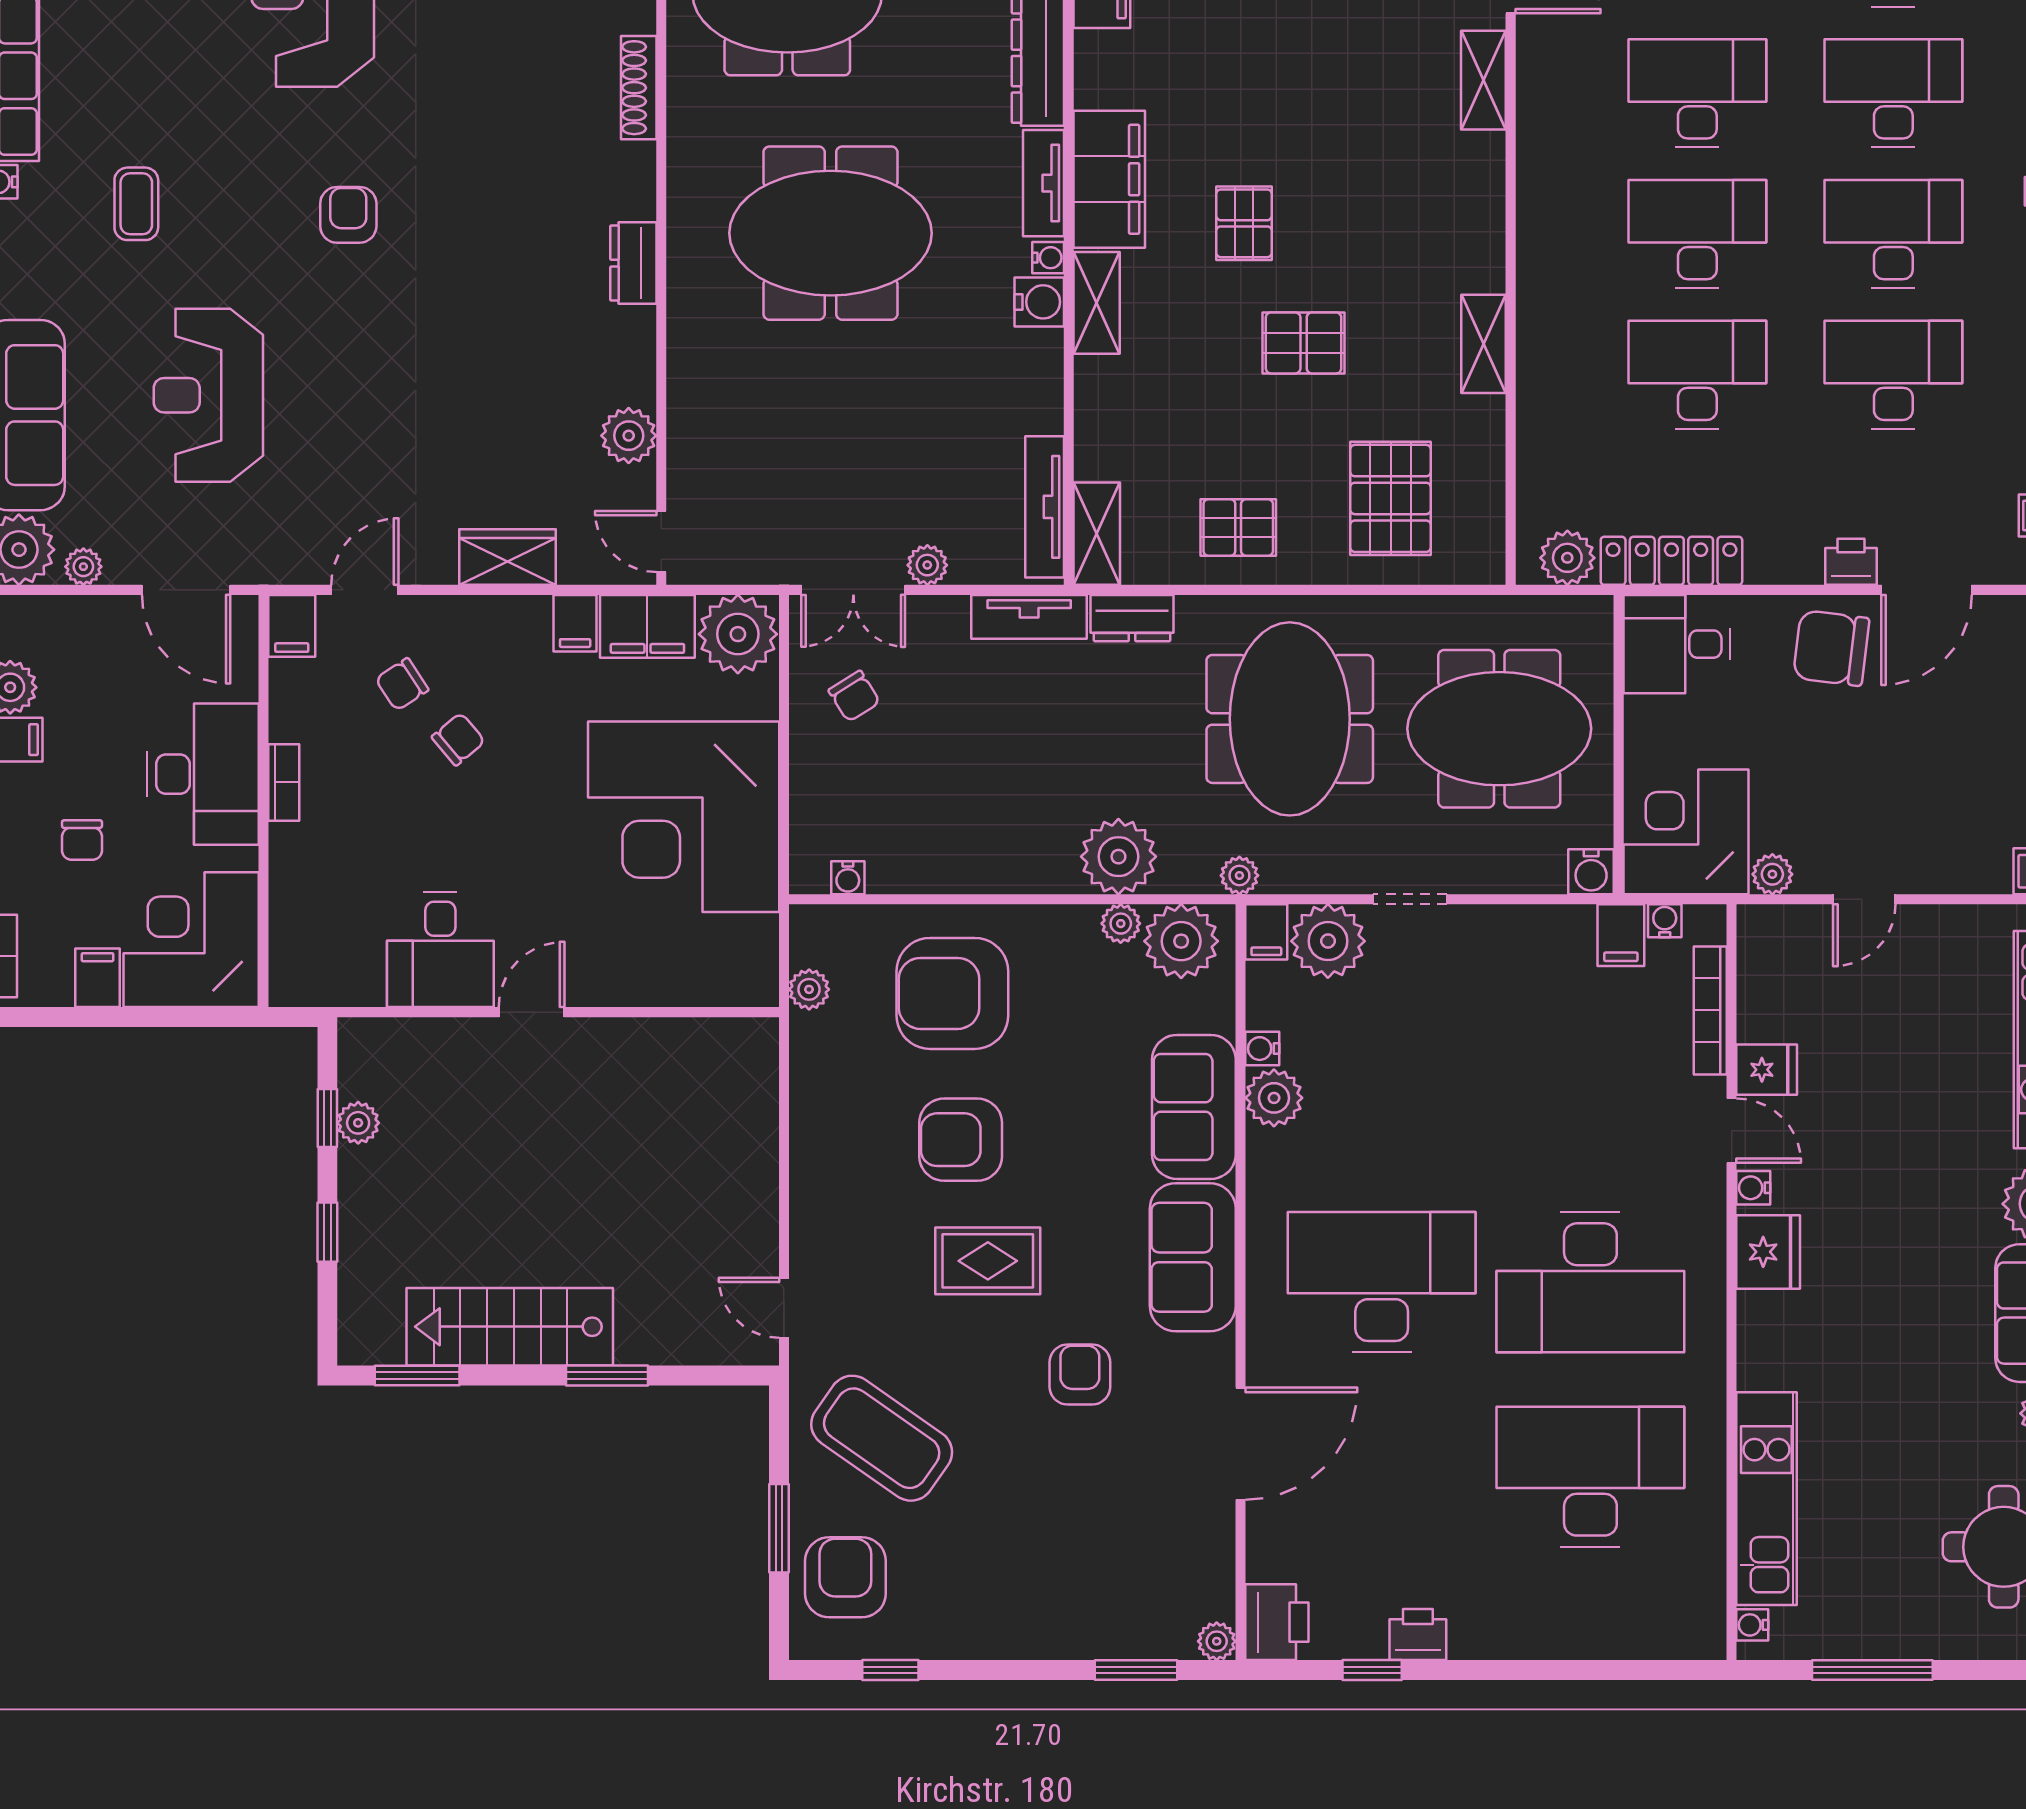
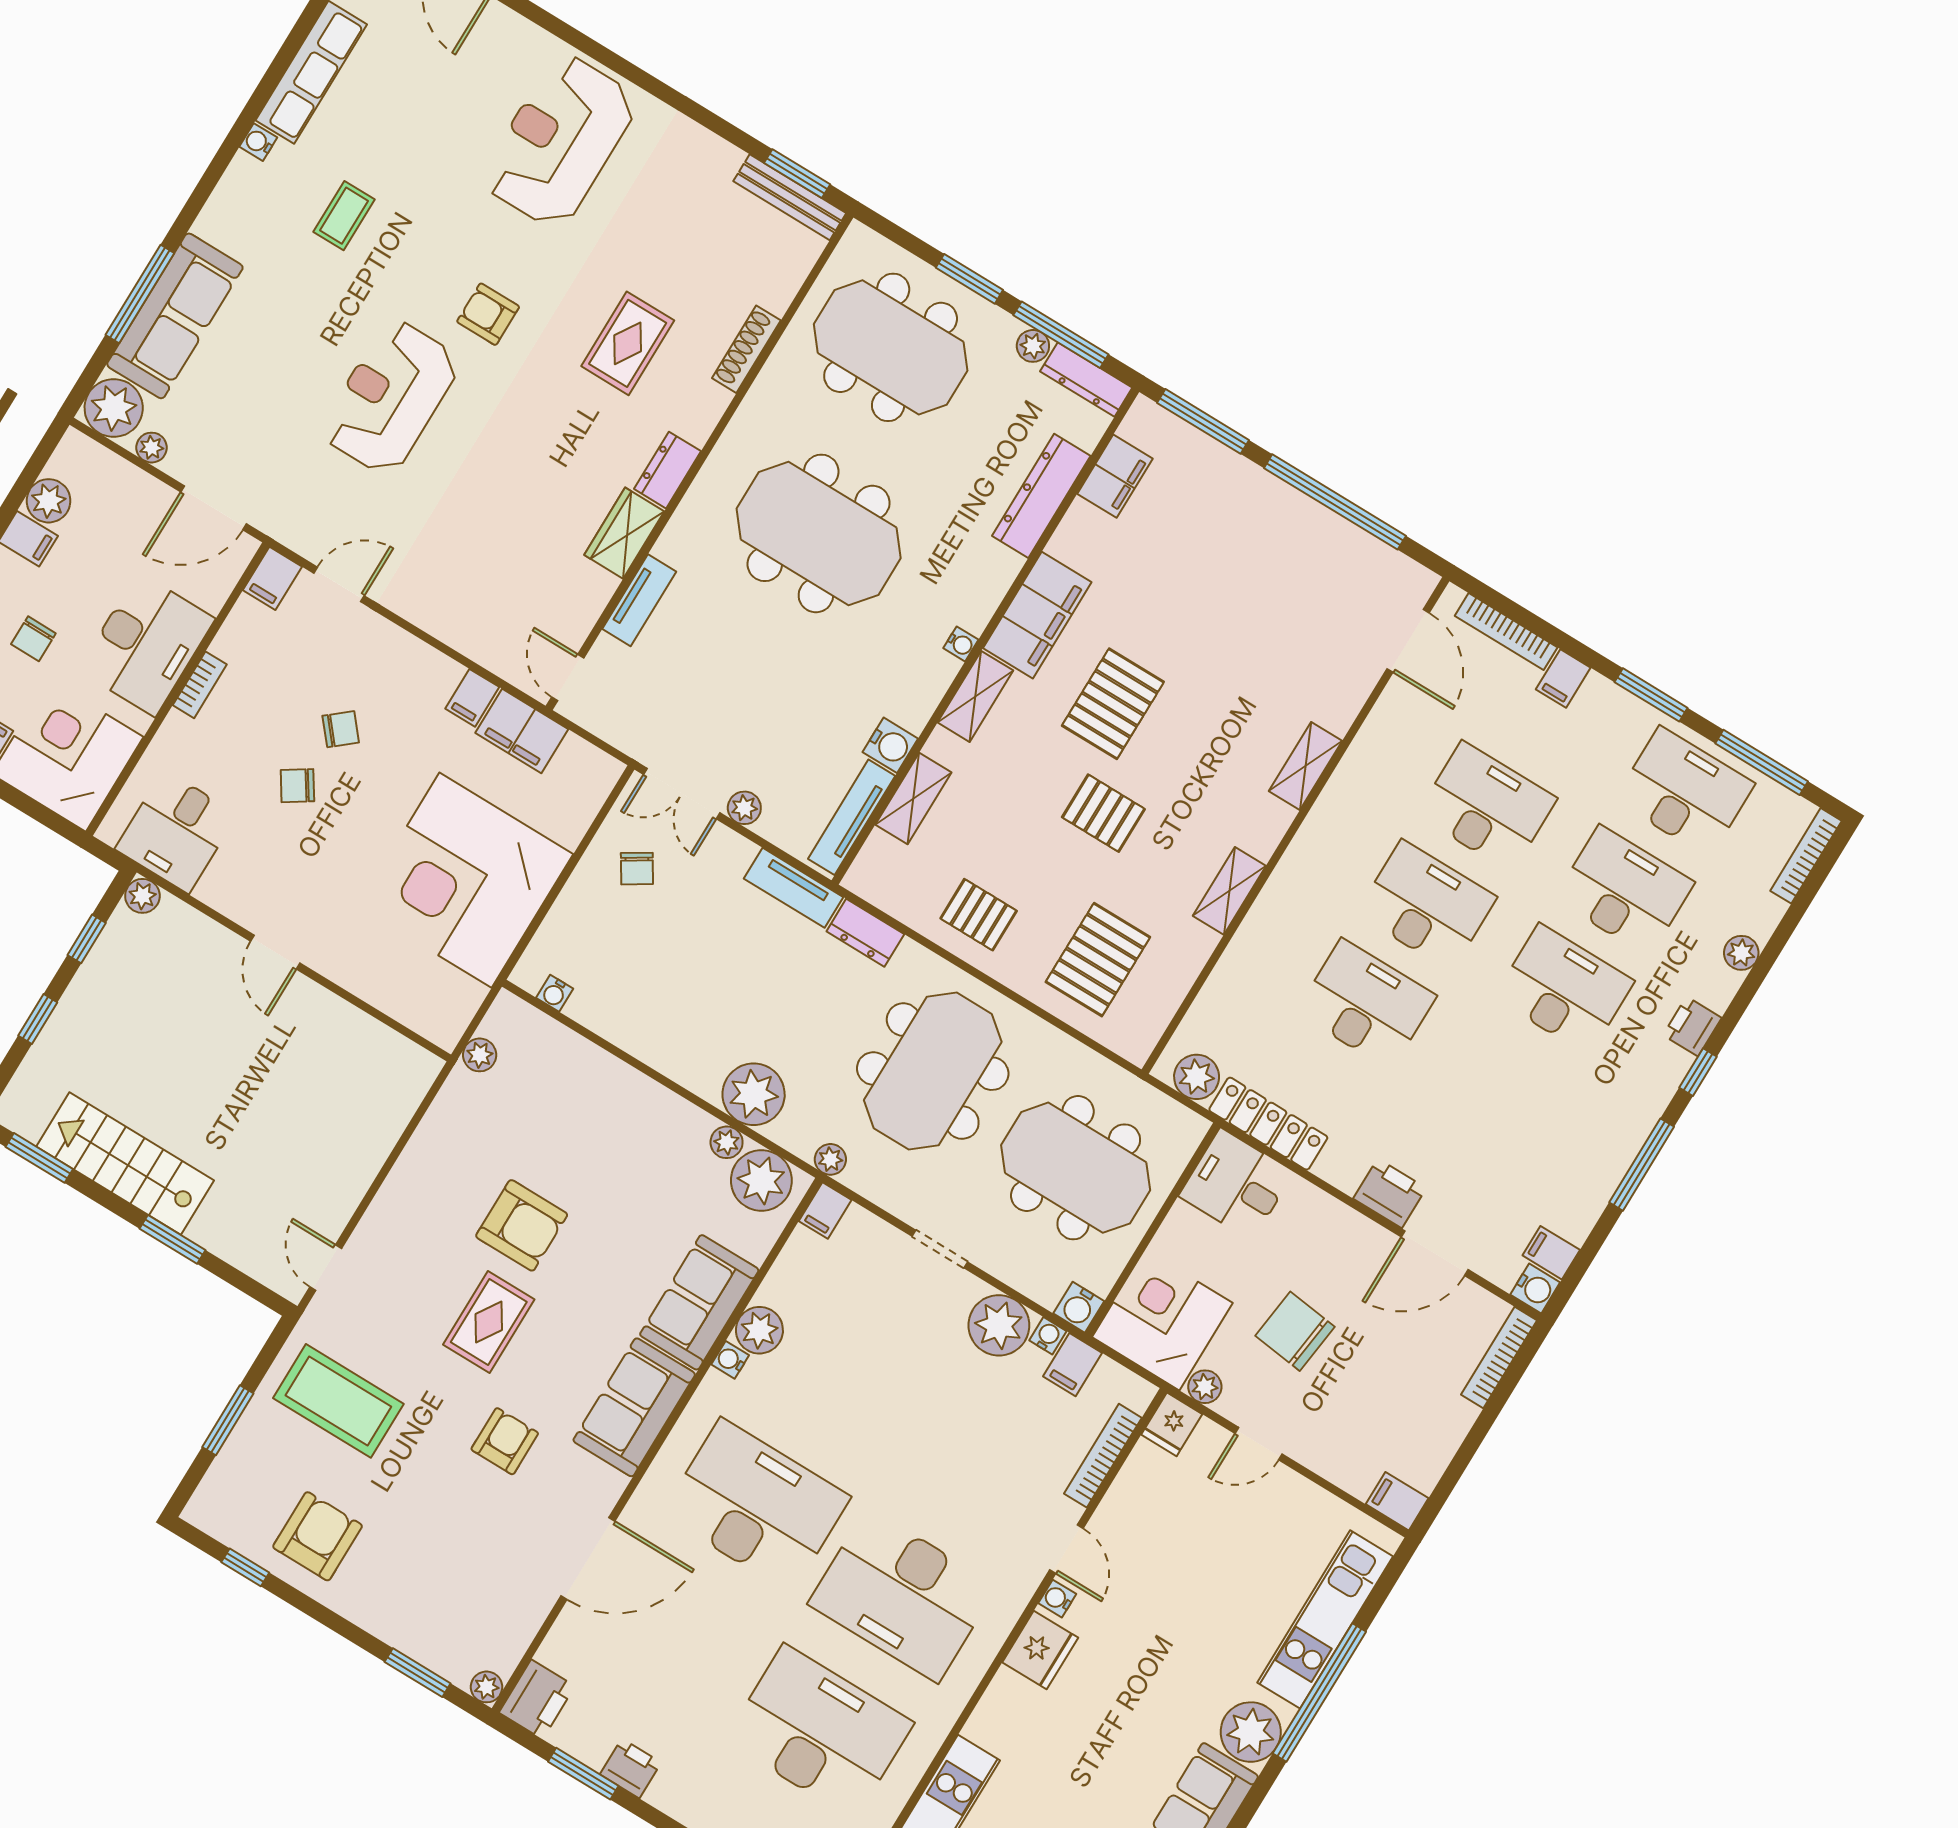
shelving: (1483, 80) -> (1306, 766), moved
rug: (512, 157) -> (628, 343), added
tv unit: (1043, 183) -> (639, 600), moved, turned 180
armchair: (348, 215) -> (488, 314), turned -90
pallet: (1244, 223) -> (1113, 704), width x1.50, depth x1.42
water cooler: (1039, 302) -> (890, 745), moved
desk: (1893, 375) -> (1504, 1088), removed
reception desk: (208, 395) -> (390, 397), moved
plant: (629, 436) -> (590, 589), removed
shelving: (1097, 534) -> (913, 798), moved
wardrobe: (507, 557) -> (624, 533), moved, turned -90
printer: (1851, 562) -> (1390, 1193), width x1.36, depth x1.24
door: (186, 590) -> (214, 508), hinge flipped
plant: (738, 634) -> (582, 775), removed
chair: (1831, 648) -> (1295, 1331), moved
chair: (402, 684) -> (297, 786), moved
water cooler: (1665, 921) -> (1048, 1336), moved
plant: (1328, 941) -> (999, 1325), moved
desk: (440, 950) -> (176, 832), moved
armchair: (952, 993) -> (578, 1119), removed
door: (532, 1012) -> (275, 952), swing flipped
water cooler: (1262, 1049) -> (730, 1360), moved
fridge: (1767, 1070) -> (1172, 1424), moved, turned 90
plant: (358, 1123) -> (142, 896), moved
armchair: (961, 1140) -> (522, 1225), turned 180
rug: (988, 1261) -> (489, 1322), turned 90
coffee table: (882, 1438) -> (338, 1401), turned -35
armchair: (845, 1577) -> (318, 1536), moved
window: (1372, 1670) -> (583, 1774), width x1.50

